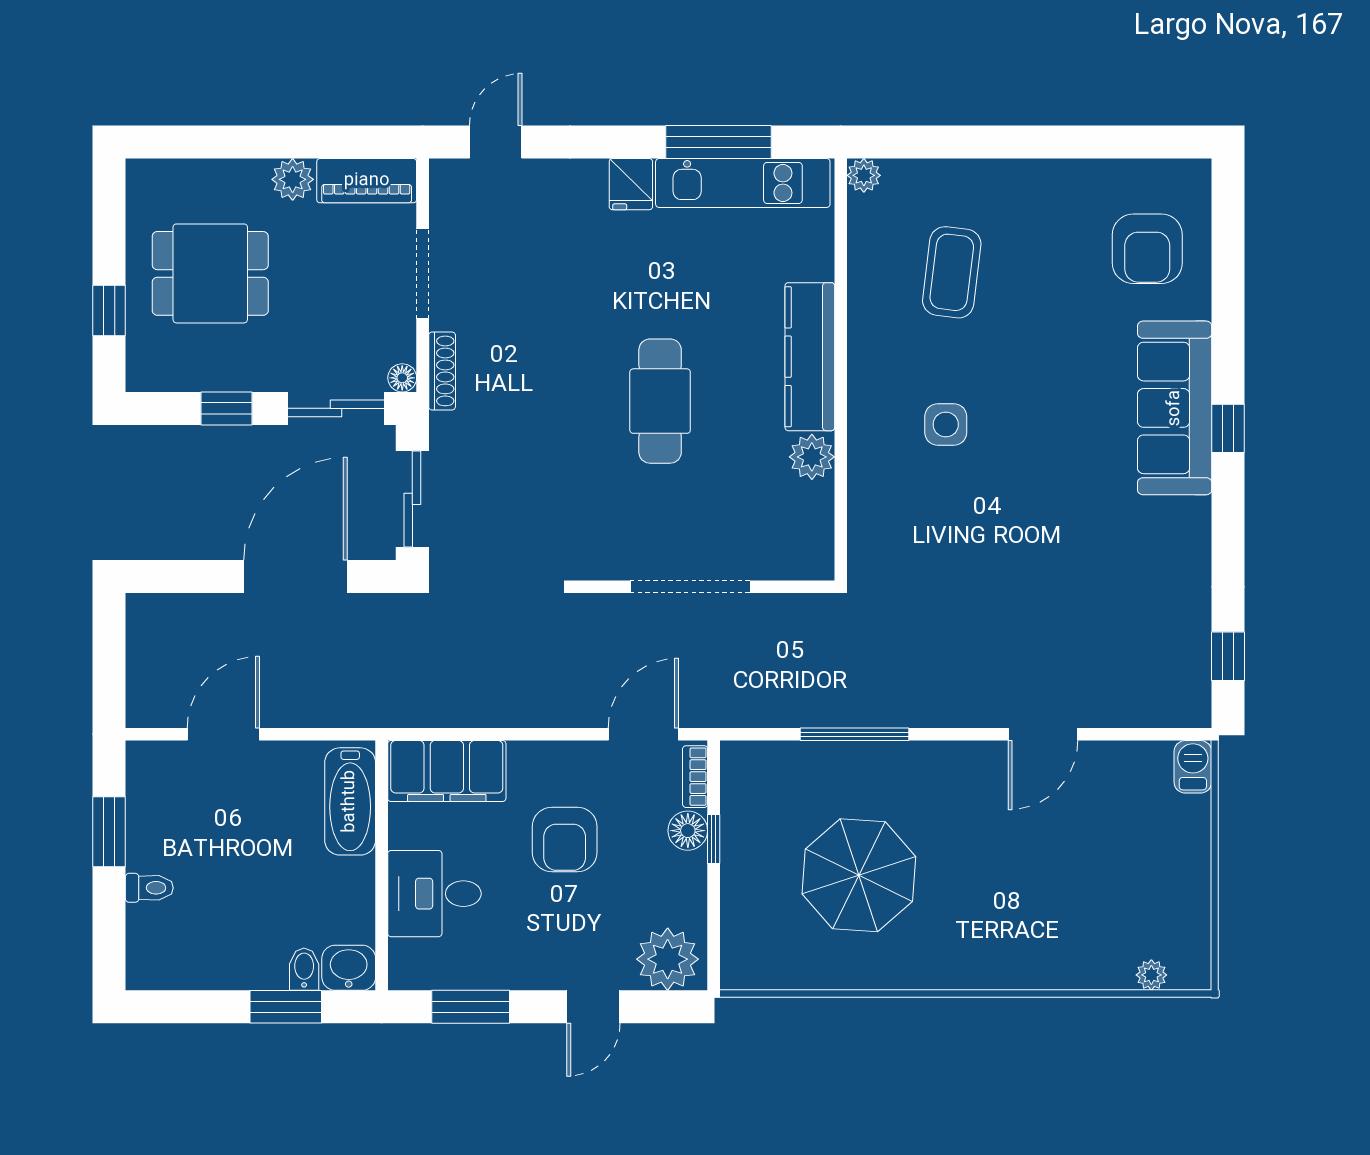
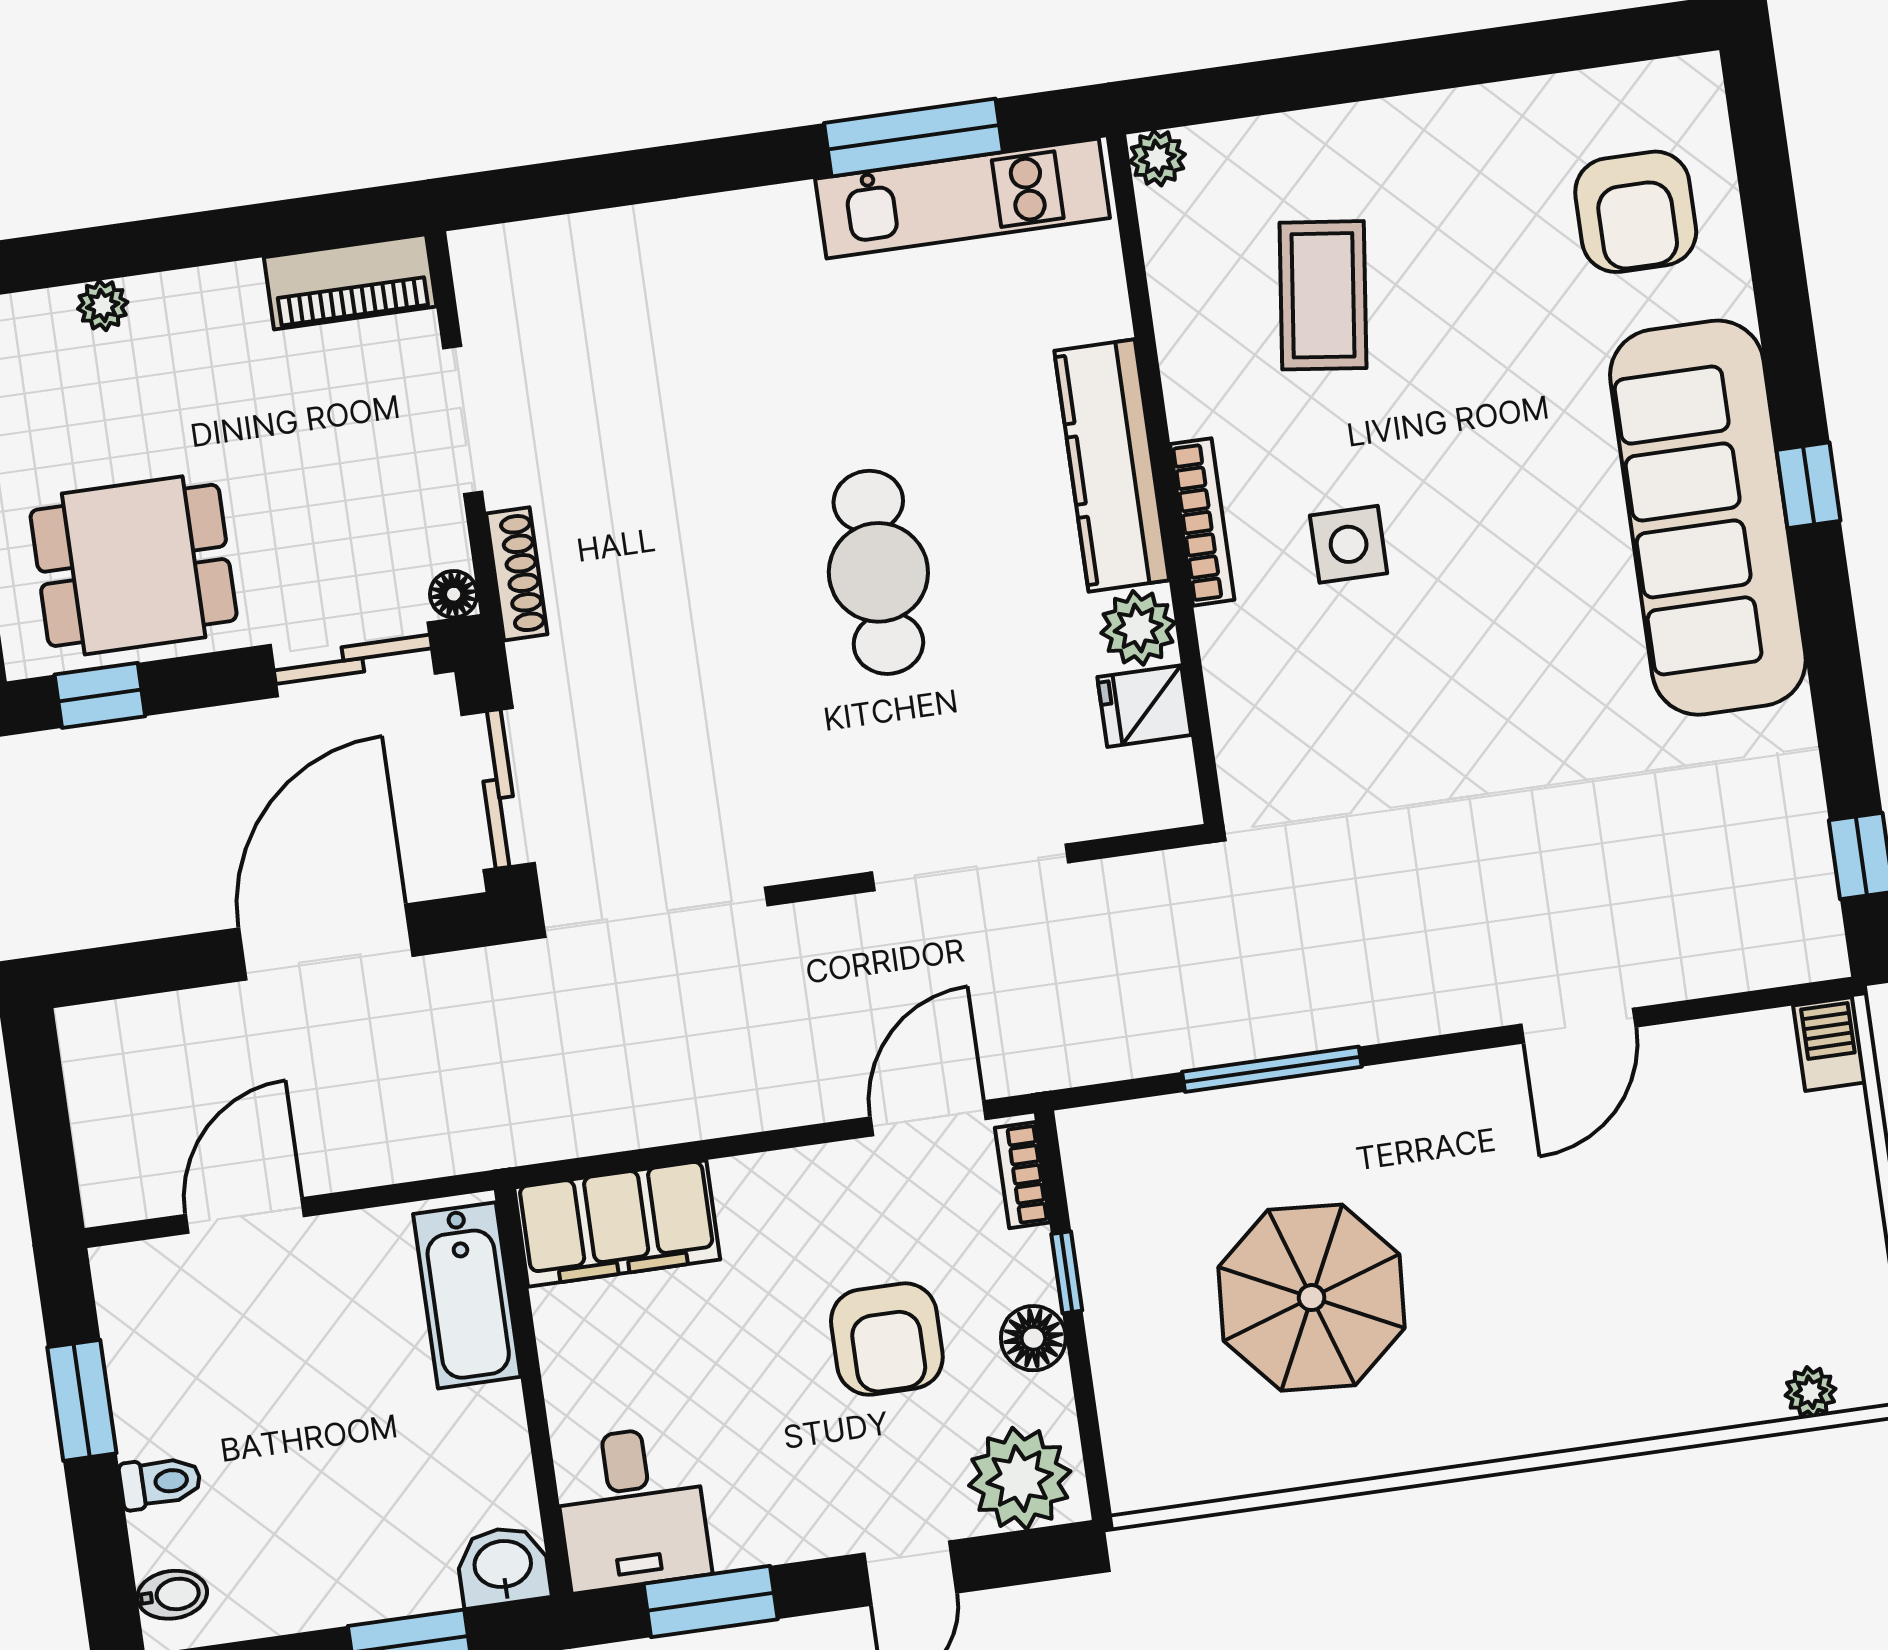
door: (496, 142) -> (551, 189), removed
plant: (293, 179) -> (103, 305), moved, width x0.73, depth x0.73
fridge: (631, 184) -> (1144, 706), moved, turned 90
dining table: (210, 273) -> (134, 565), moved
bookcase: (860, 398) -> (1202, 522), added
window: (227, 408) -> (100, 695), moved
sofa: (1175, 408) -> (1708, 518), width x1.36, depth x1.27
floor lamp: (688, 831) -> (1033, 1338), moved
armchair: (565, 839) -> (887, 1339), moved
desk: (434, 894) -> (631, 1508), moved, turned -90
bidet: (304, 969) -> (172, 1595), moved, turned 90

